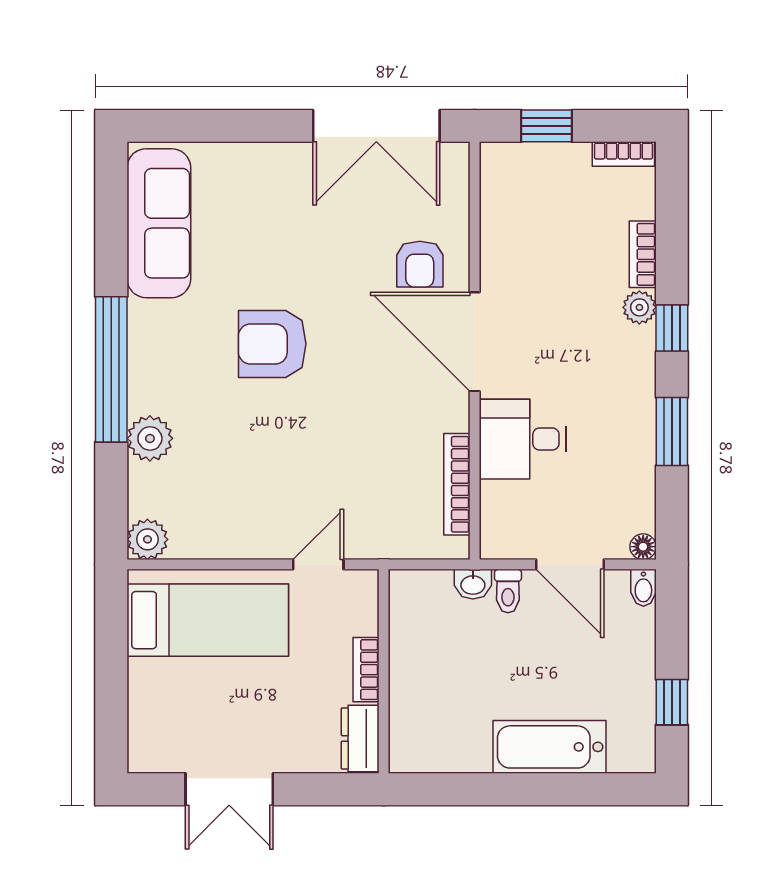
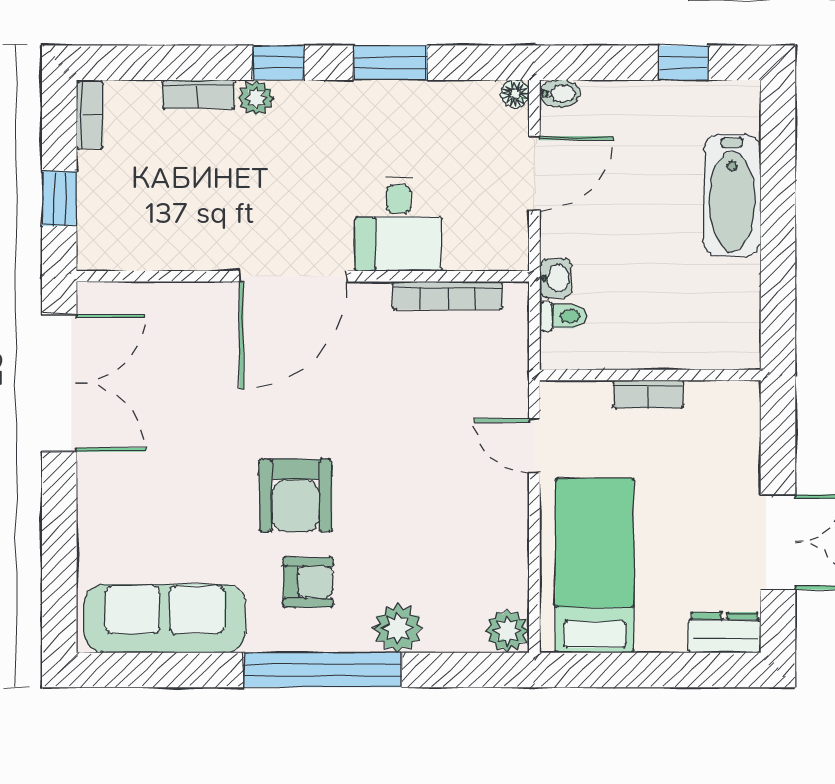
armchair: (420, 264) -> (308, 582), moved
toilet: (508, 591) -> (563, 316), moved
dresser: (360, 738) -> (725, 632), moved, turned 180

